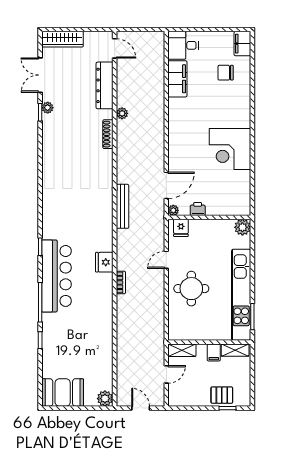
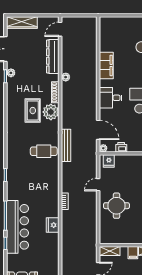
desk: (183, 45) -> (111, 98), moved
door: (115, 48) -> (60, 29), swing flipped
filing cabinet: (177, 79) -> (106, 65), moved
rug: (77, 159) -> (33, 111), added
plant: (102, 161) -> (51, 112), added
door: (166, 185) -> (98, 130), hinge flipped
cafe table: (92, 214) -> (44, 151), added
fridge: (104, 262) -> (53, 225), moved
bar counter: (57, 276) -> (17, 227), moved

